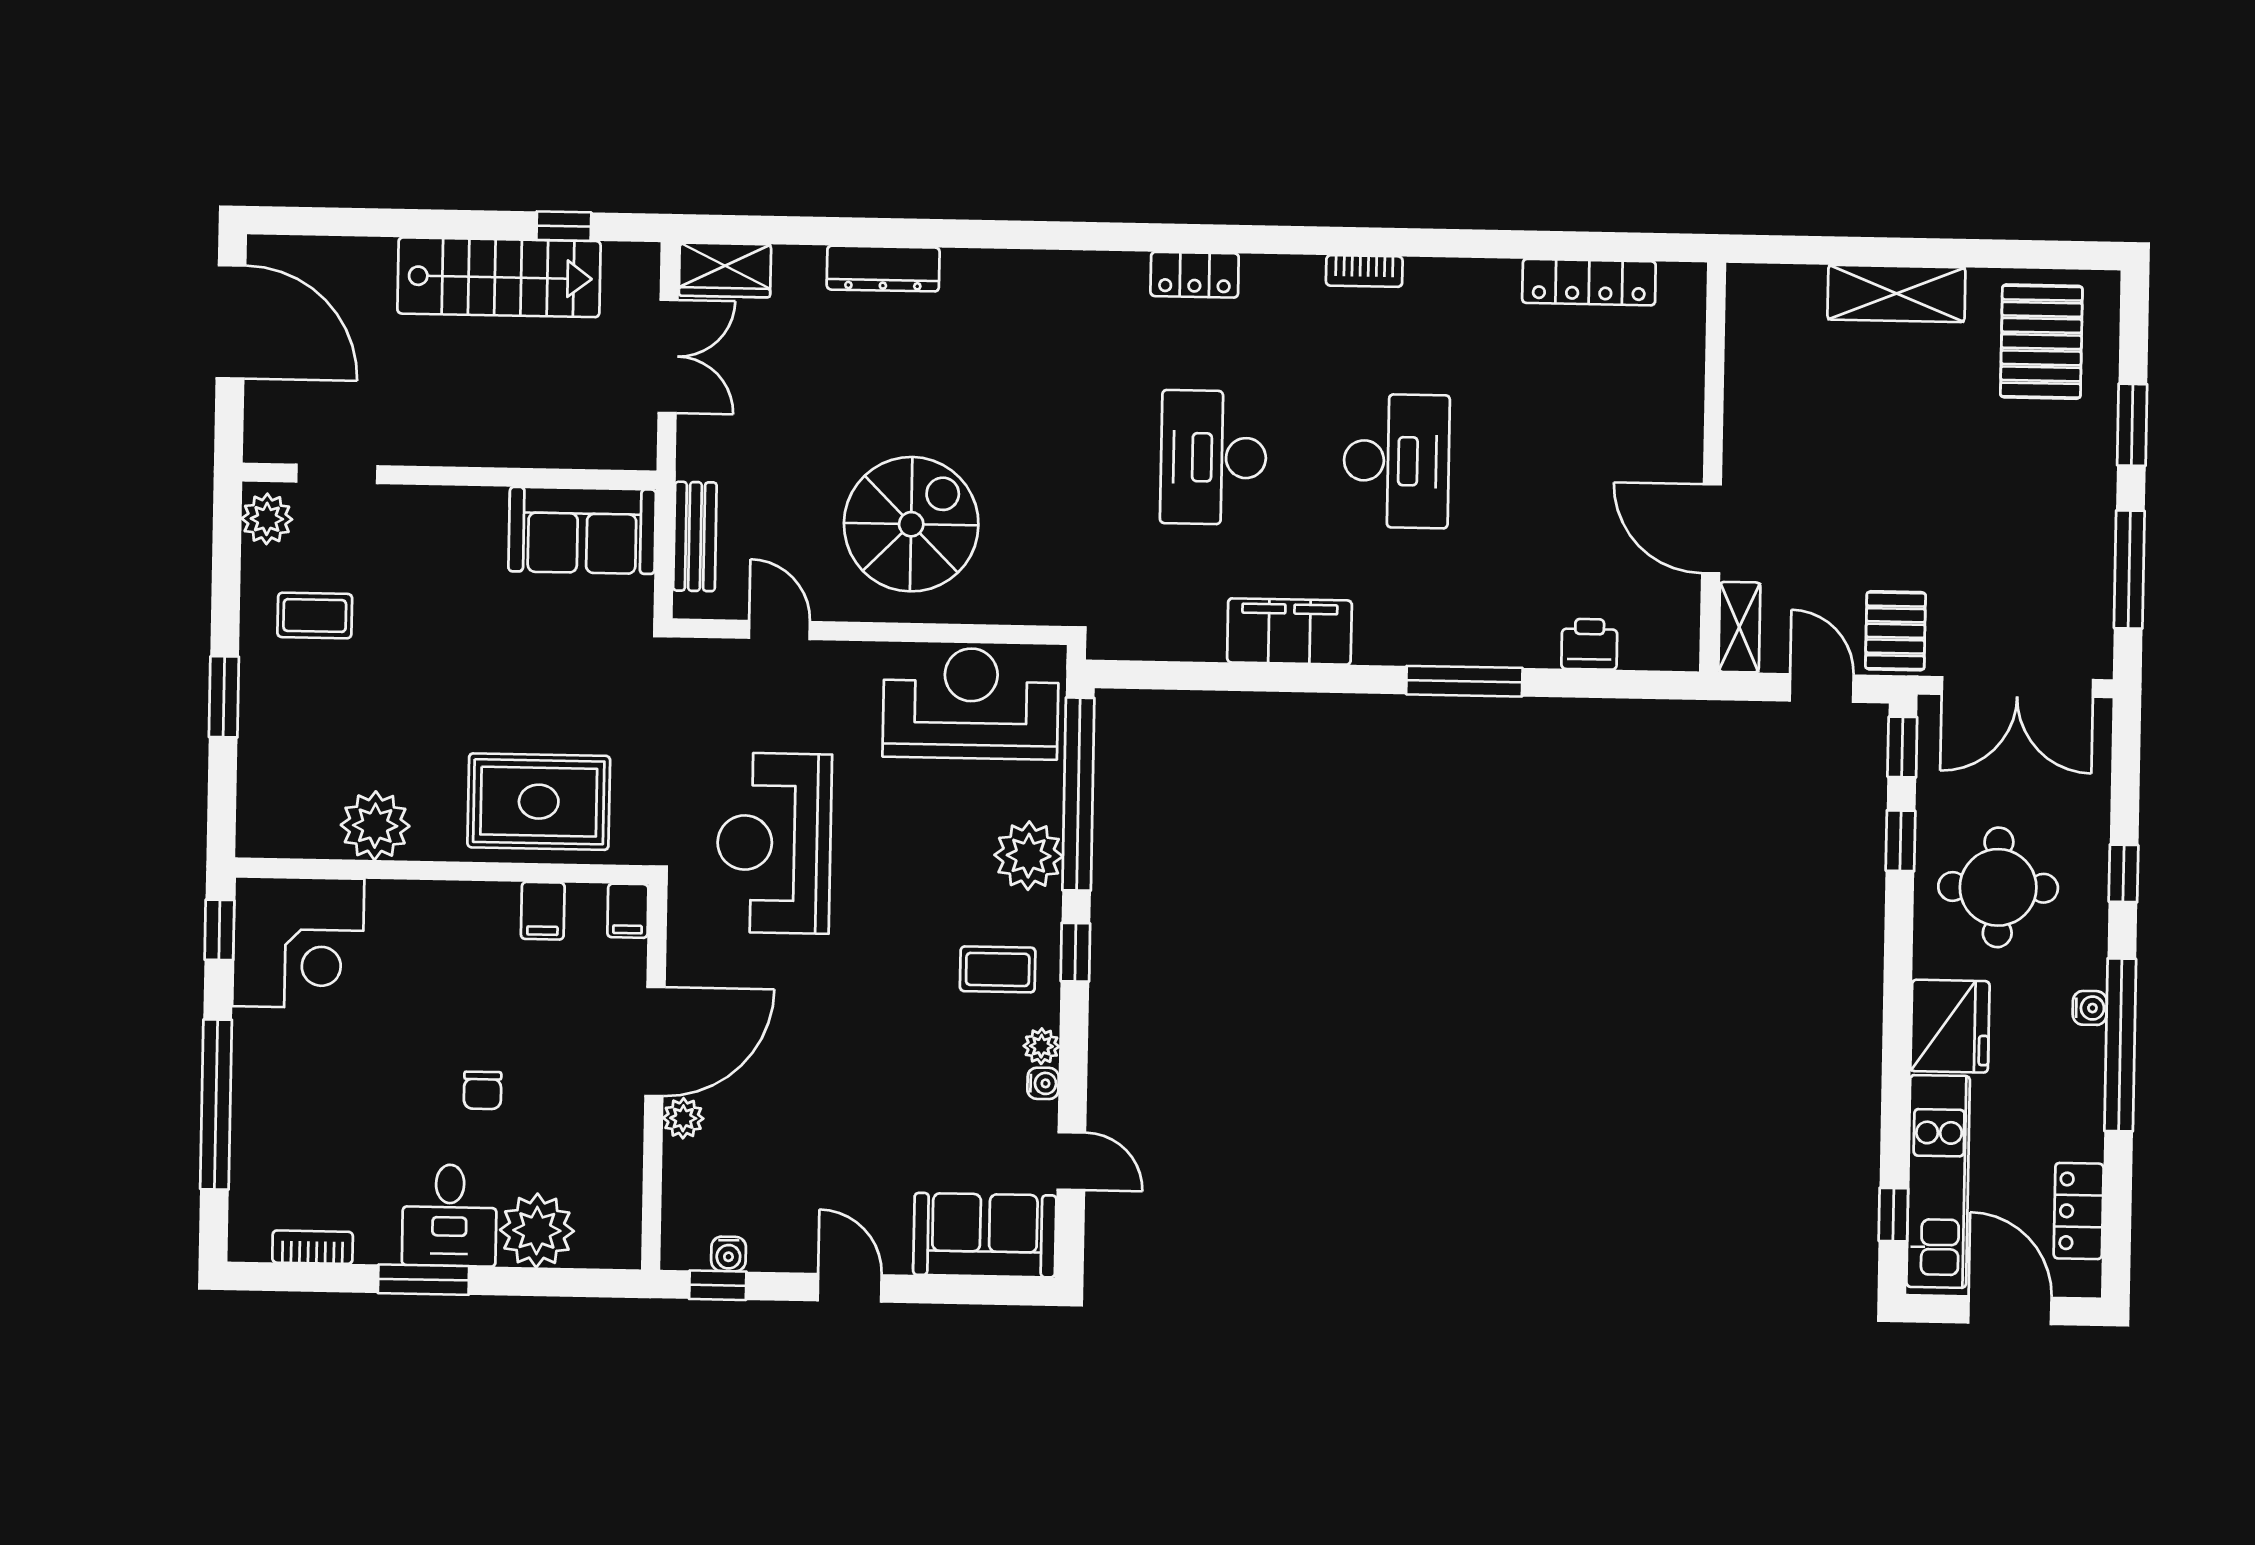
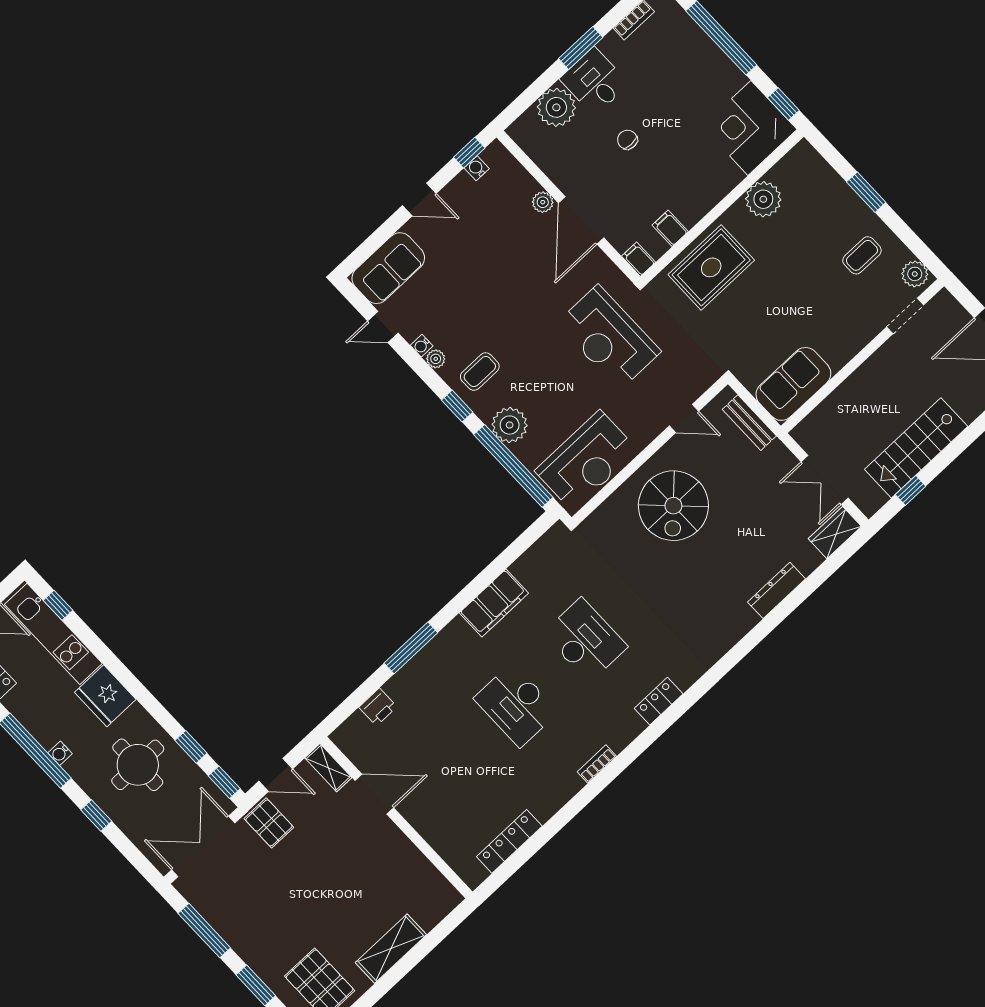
reception desk: (774, 843) -> (609, 337), turned 180

